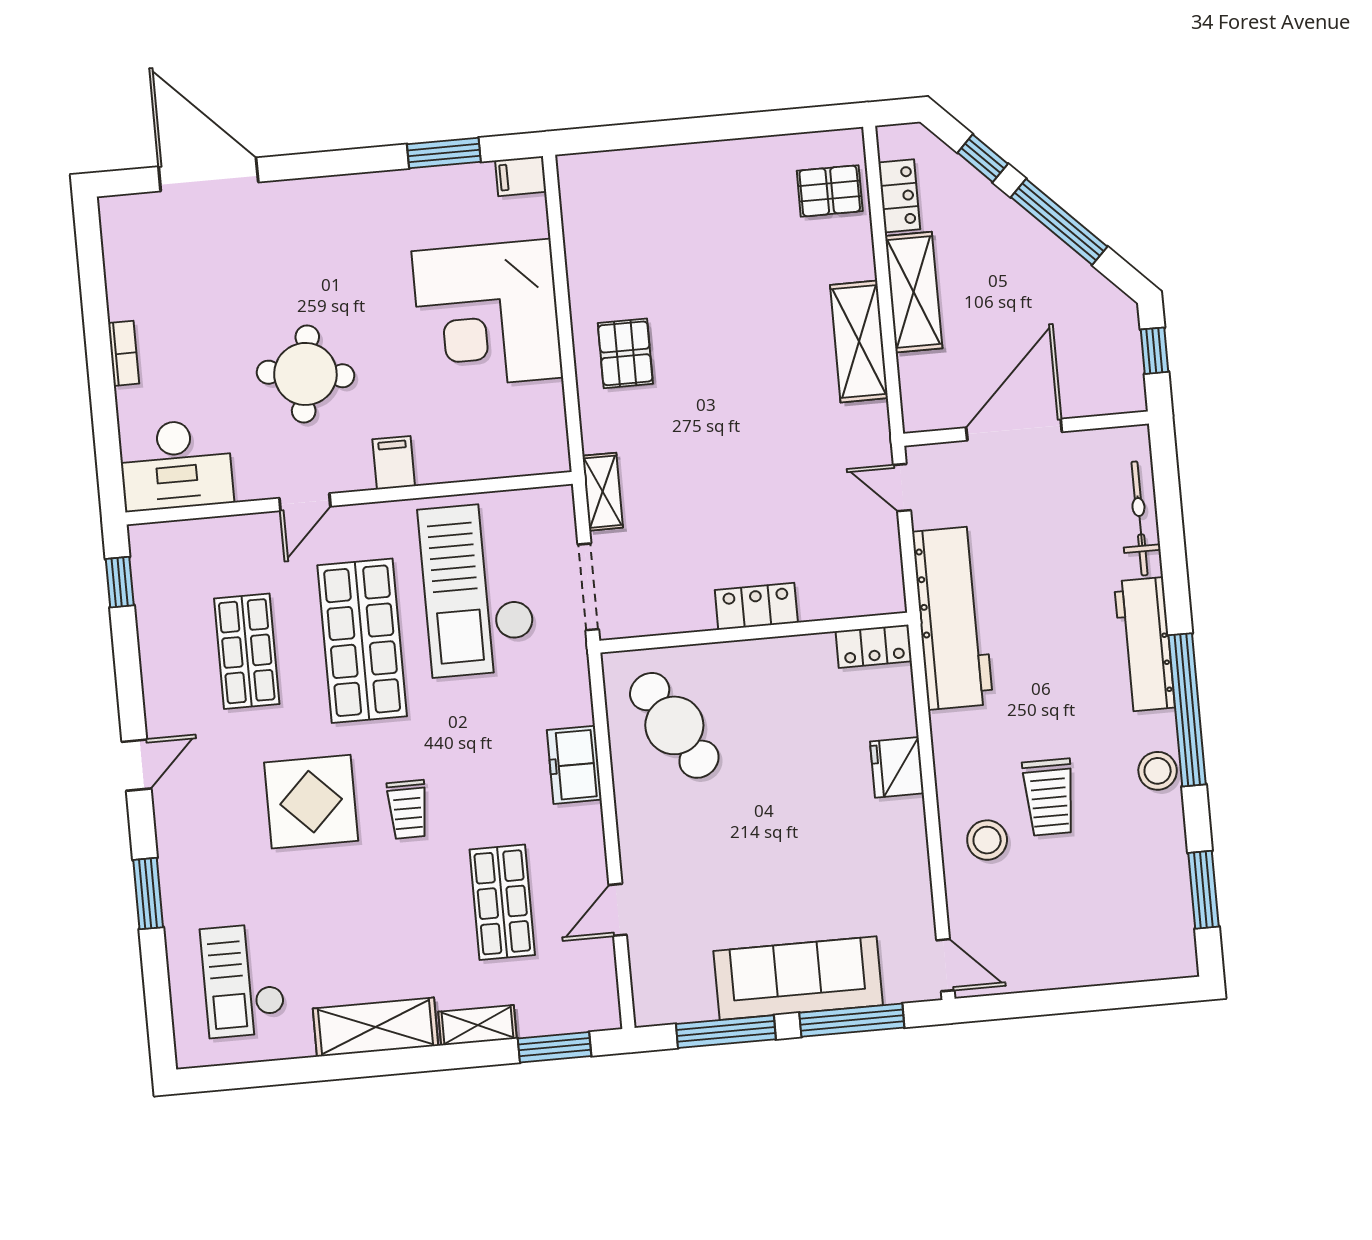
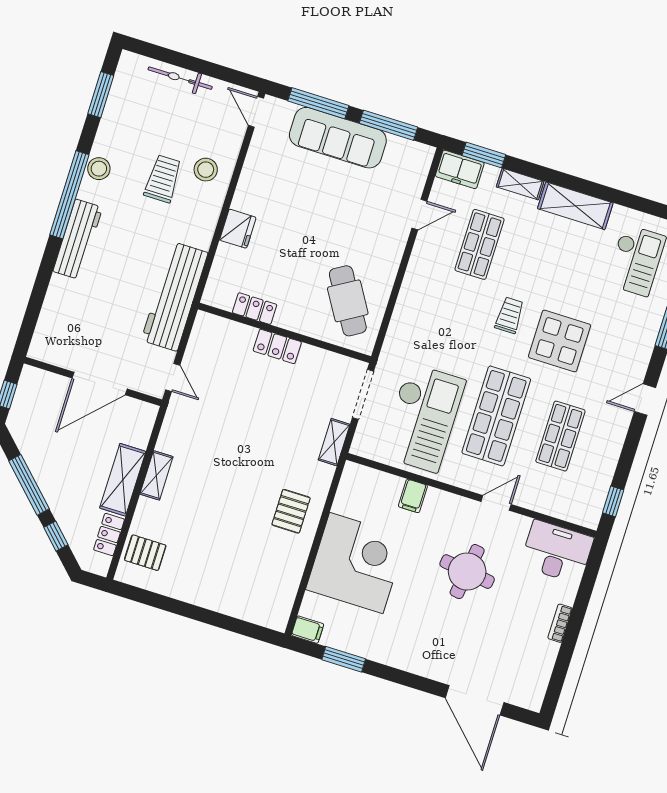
shelving: (859, 341) -> (156, 475), width x0.67, depth x0.75
filing cabinet: (394, 463) -> (413, 496), moved
bicycle: (1140, 518) -> (180, 78), moved, turned 90
locker: (874, 646) -> (255, 309), moved
freezer: (574, 765) -> (460, 169), moved, turned 90

